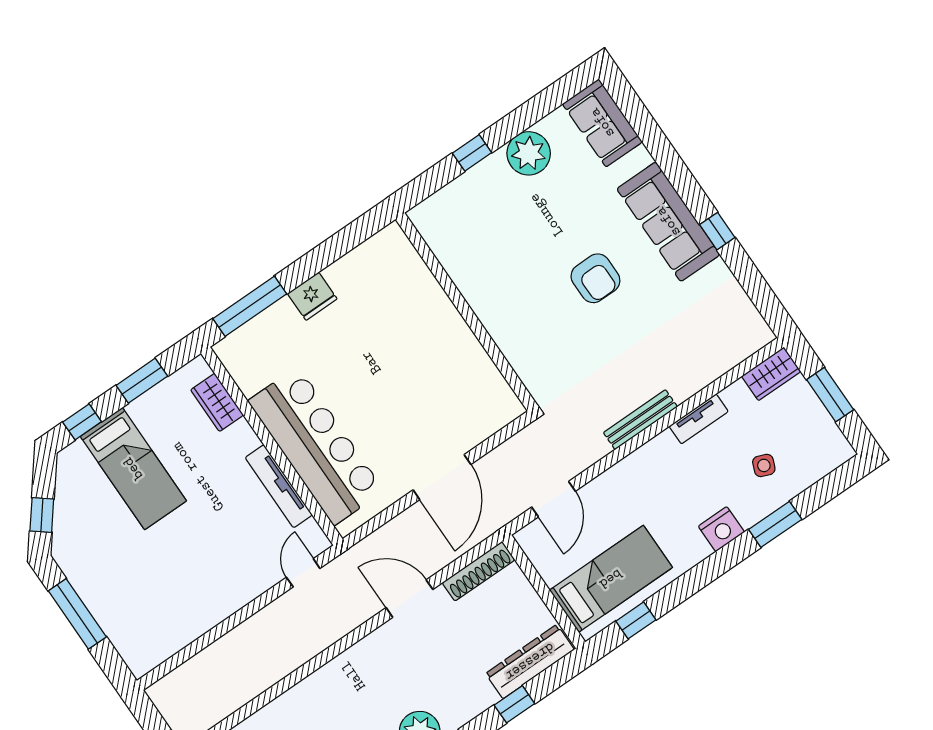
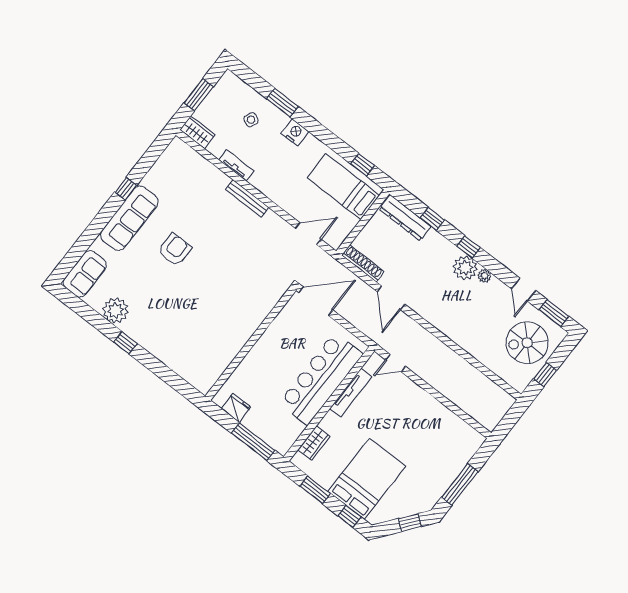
wall: (466, 312) -> (251, 343), moved
bed: (133, 469) -> (367, 479), width x1.50

